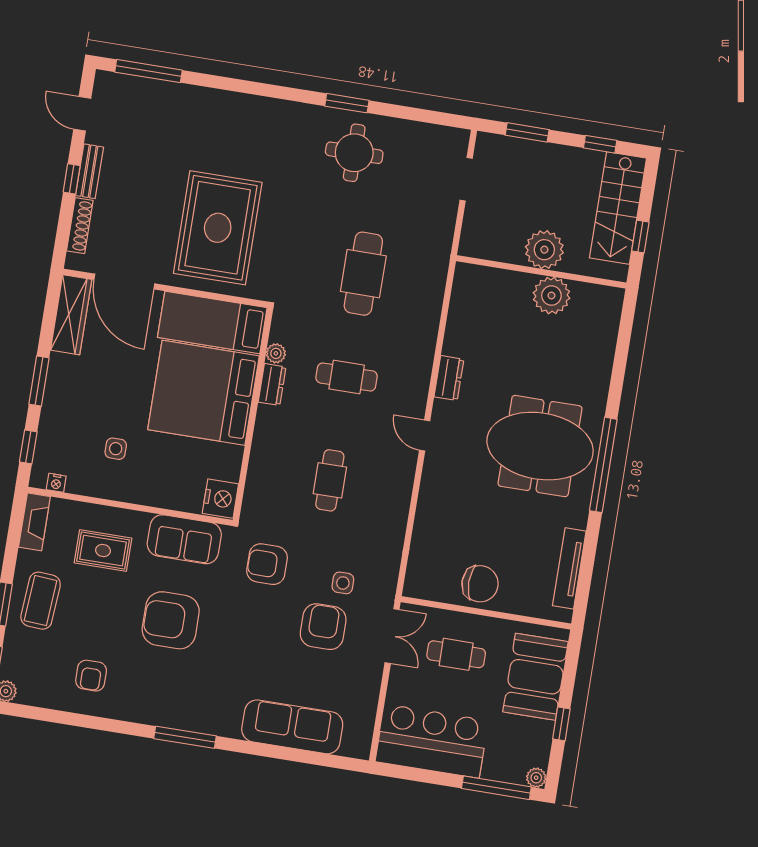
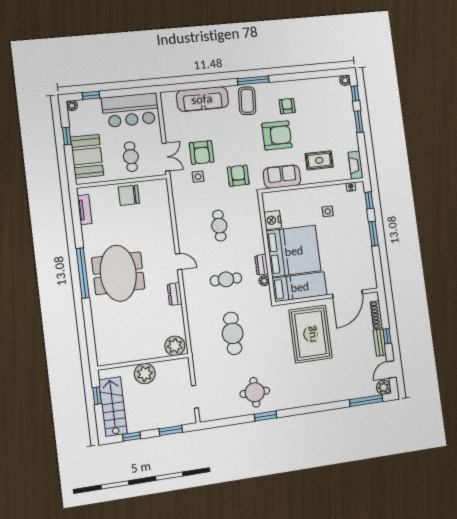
plant: (108, 85) -> (384, 387), added
door: (82, 114) -> (391, 369), swing flipped
door: (124, 282) -> (347, 294), swing flipped
plant: (551, 296) -> (175, 346), moved
wardrobe: (71, 315) -> (368, 270), removed
meeting table: (540, 446) -> (118, 273), turned 90
nightstand: (220, 499) -> (273, 220), moved
armchair: (267, 564) -> (238, 176), turned -90
tv unit: (569, 568) -> (85, 210), width x0.71
coffee table: (41, 601) -> (247, 101), moved
double door: (392, 636) -> (166, 157), swing flipped
cafe table: (456, 654) -> (131, 157), turned 90
armchair: (91, 676) -> (287, 106), moved
window: (496, 788) -> (91, 95), width x0.46

